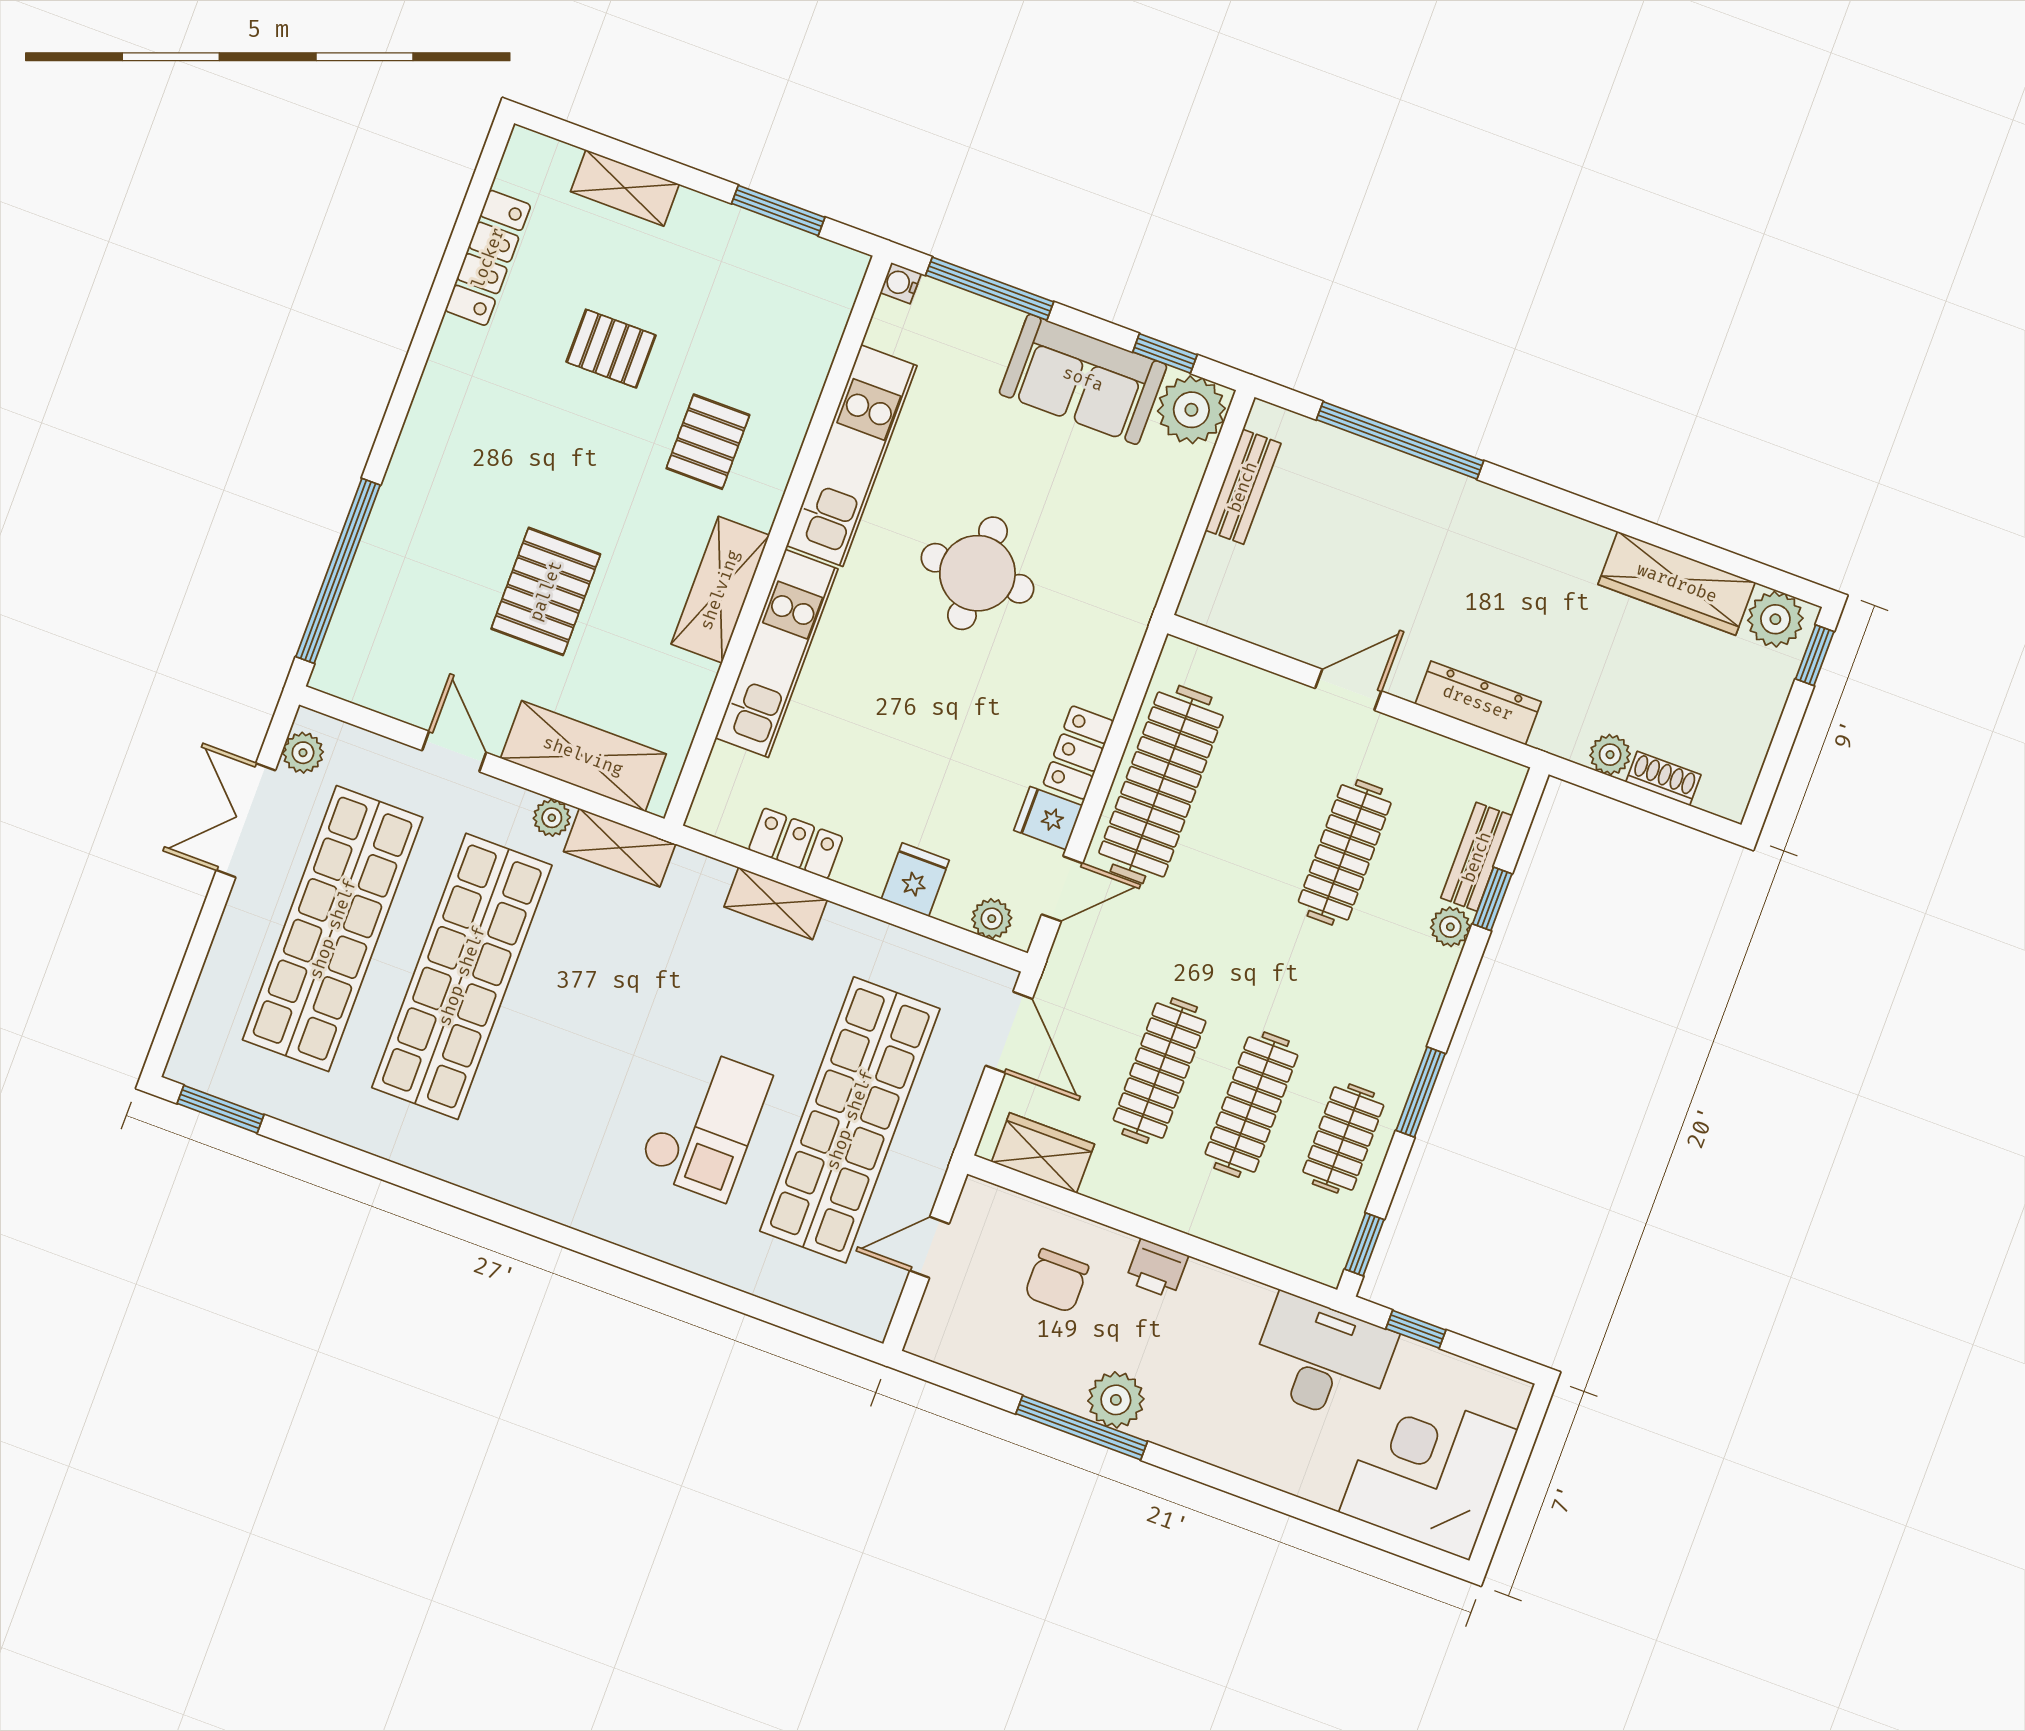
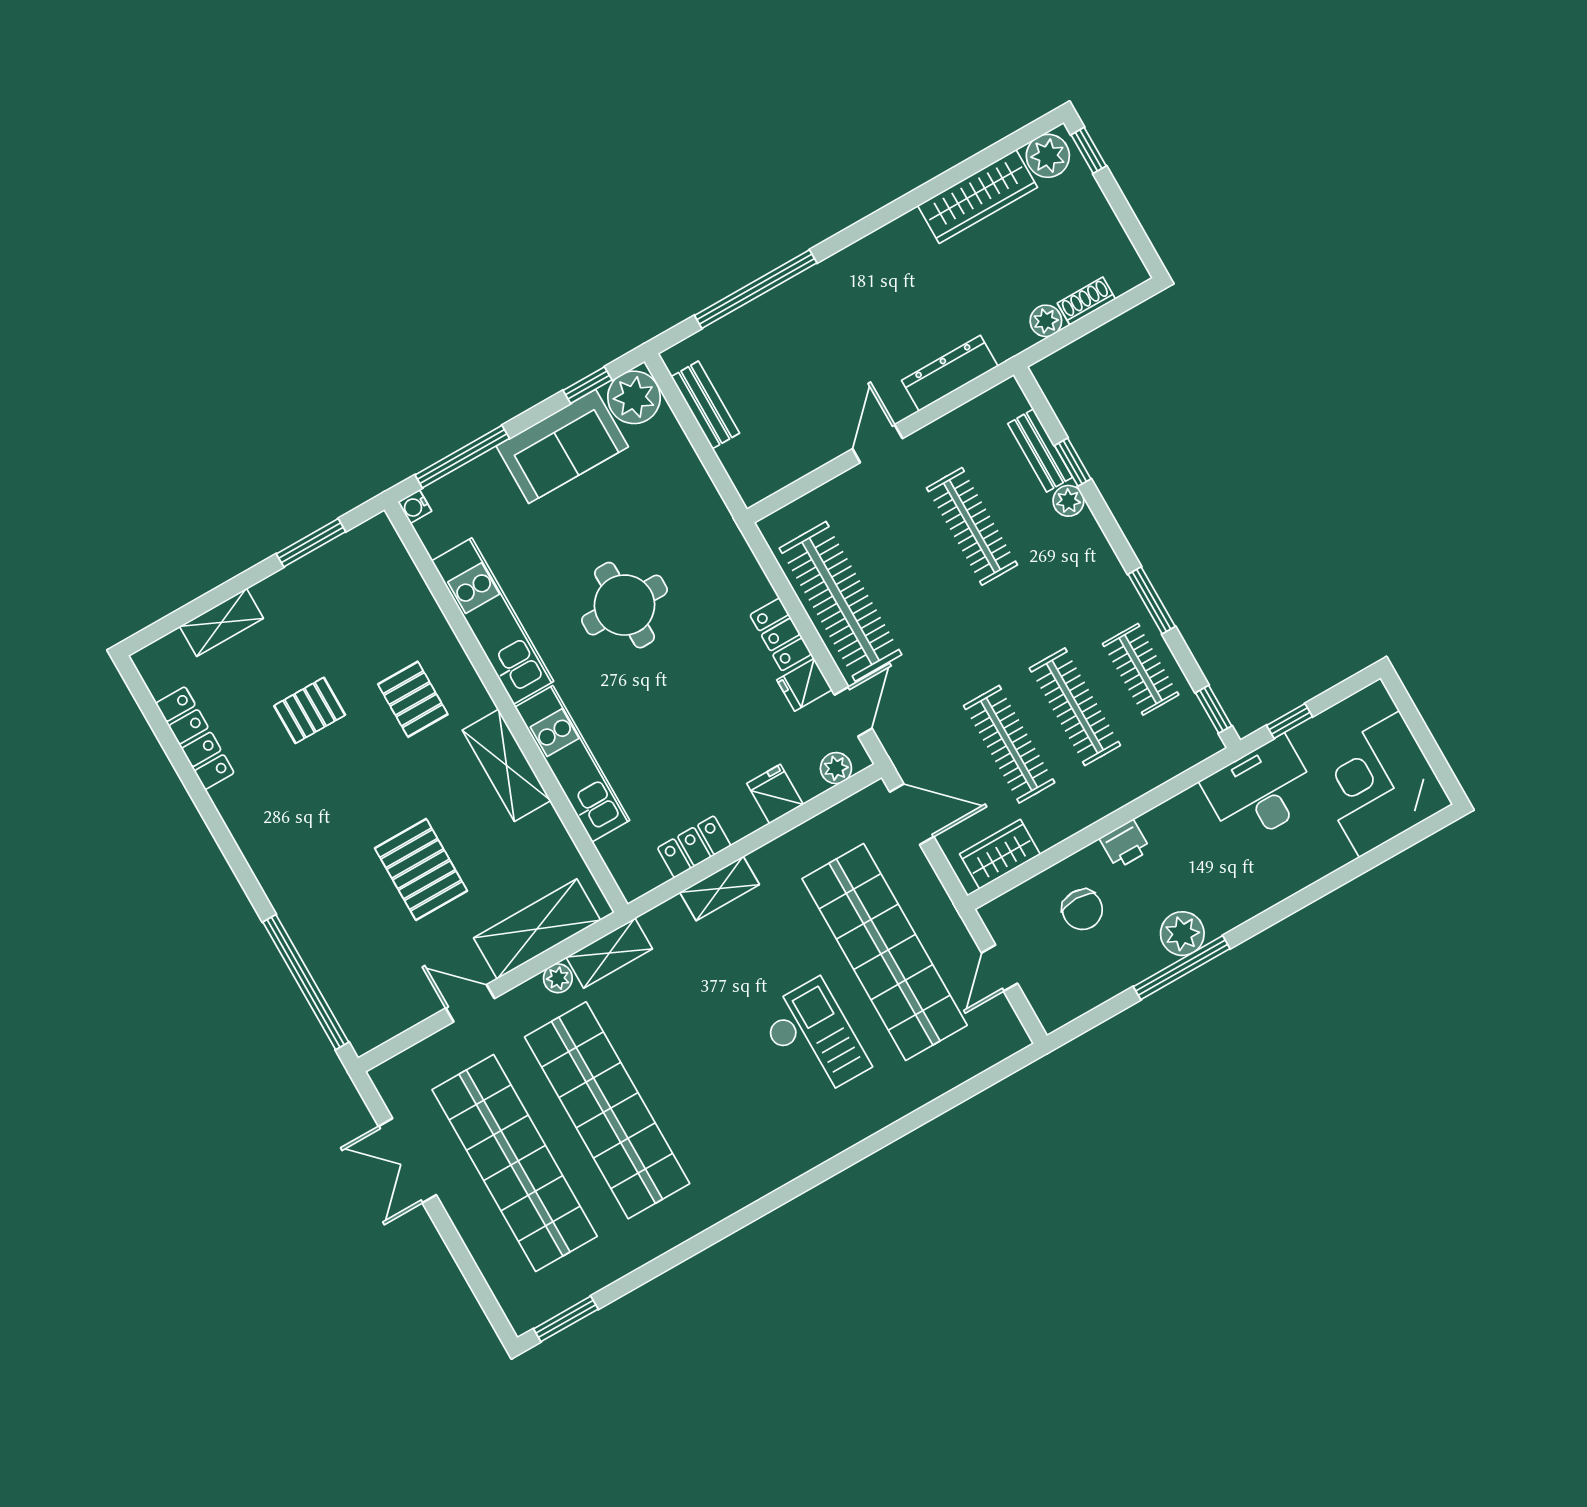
plant: (303, 753) -> (396, 1093), removed

